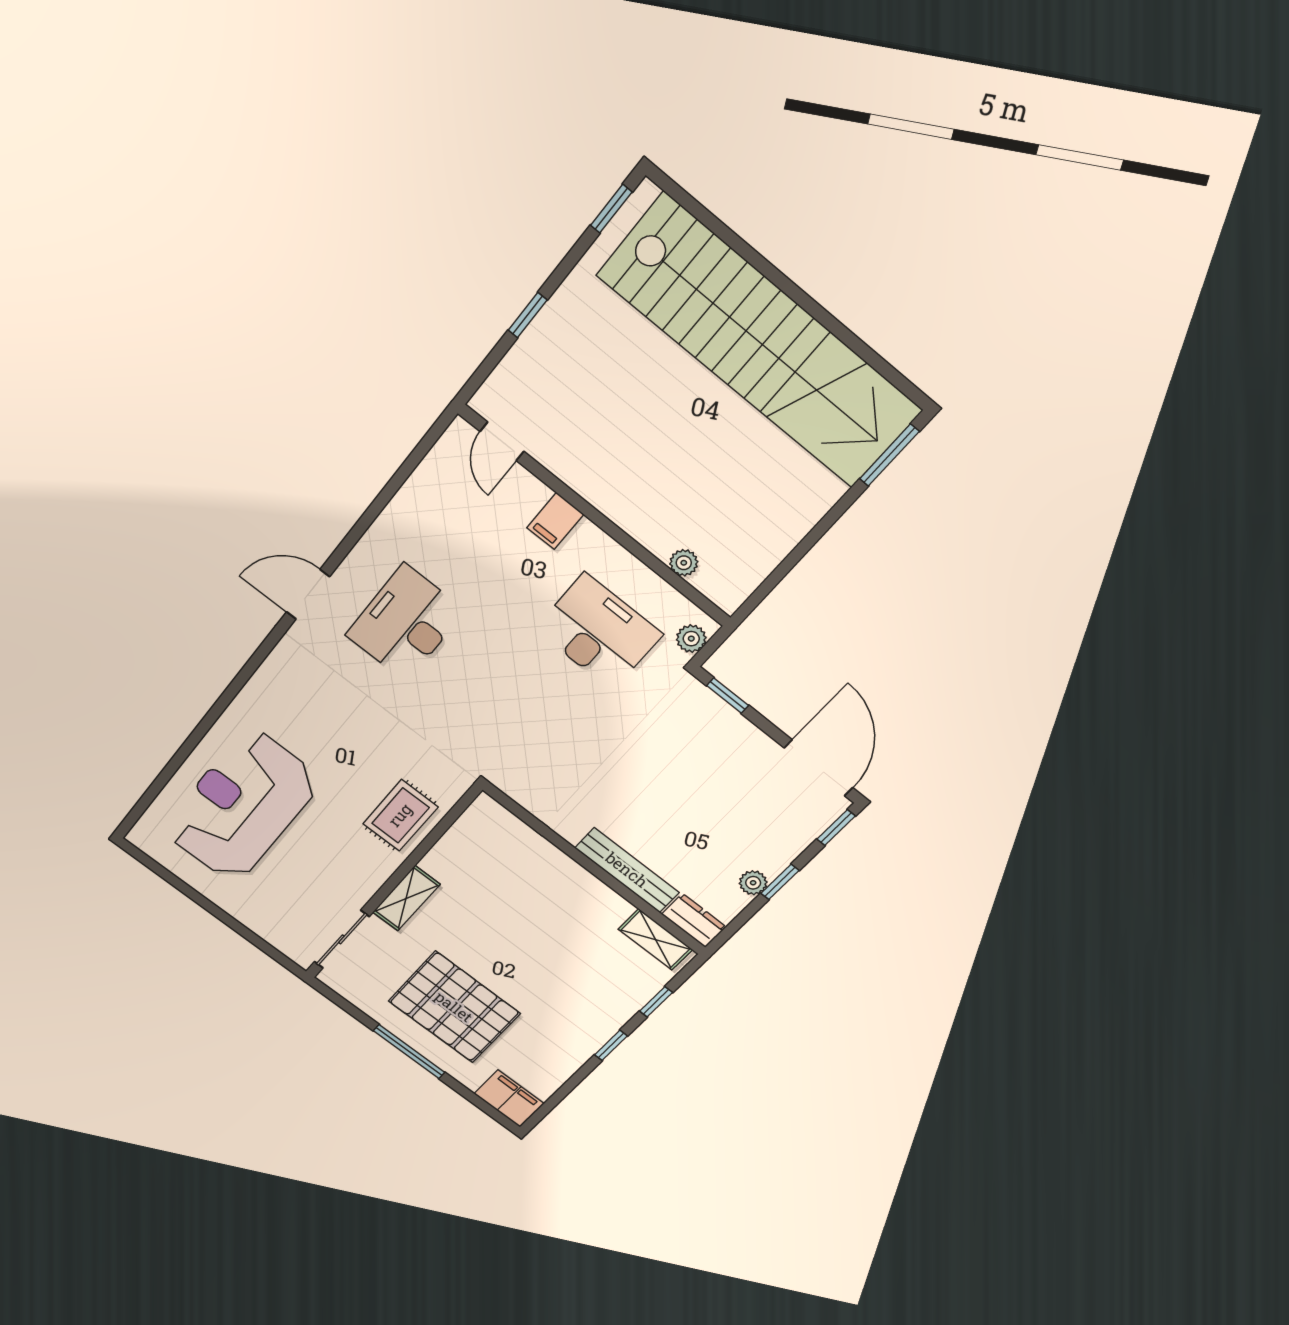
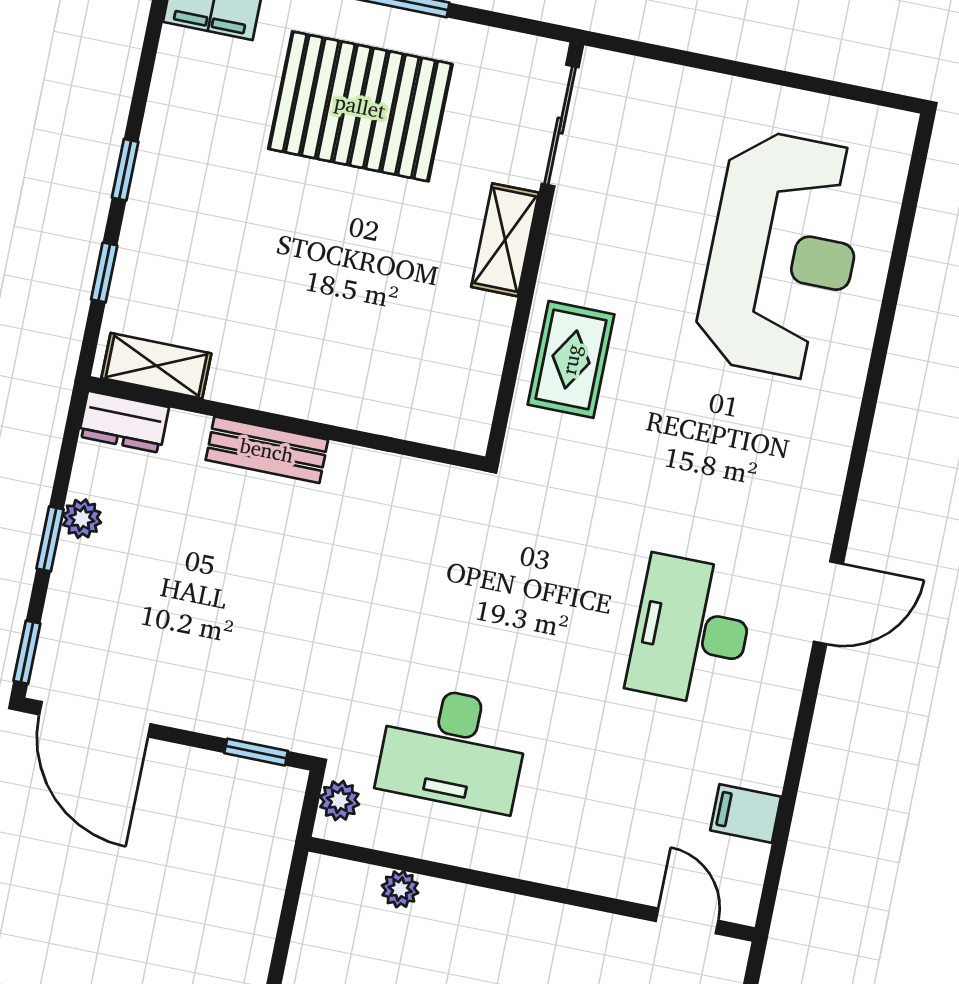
filing cabinet: (555, 521) -> (746, 813), moved, turned -90
desk: (405, 623) -> (691, 631), turned 180
bench: (627, 870) -> (267, 450), width x0.73

